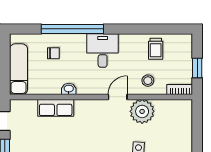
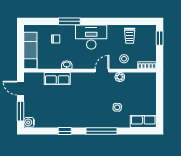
window: (72, 29) -> (69, 21), width x0.47
desk: (103, 50) -> (91, 37), width x1.37
window: (197, 68) -> (160, 38), moved
plant: (142, 111) -> (120, 77), width x0.53, depth x0.53

